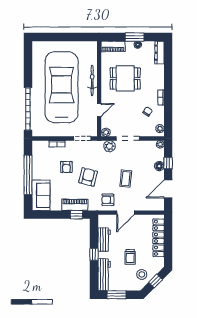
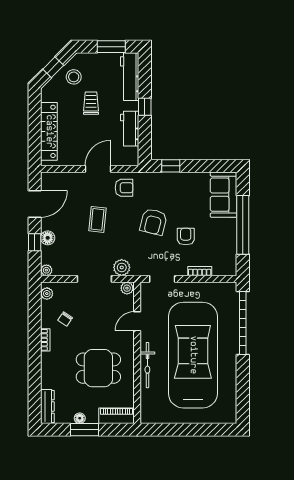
car: (62, 87) -> (193, 355), turned 180
piano: (75, 205) -> (173, 180), removed

